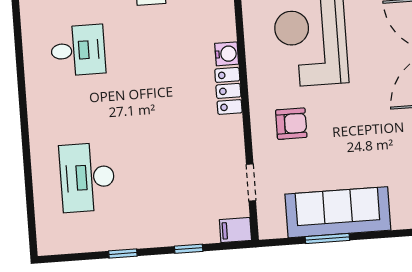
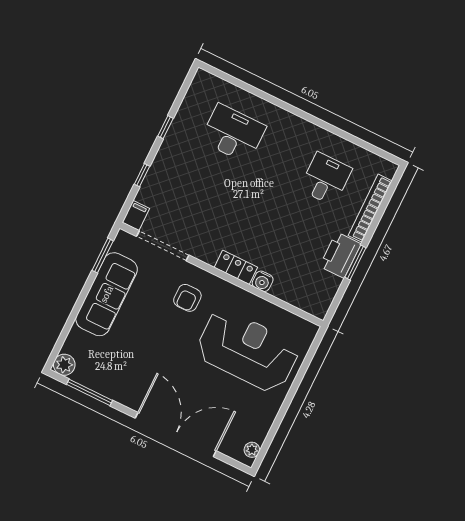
desk: (78, 50) -> (326, 179), turned 180
doorway: (251, 182) -> (163, 246), width x1.88
window: (327, 238) -> (103, 256), moved

